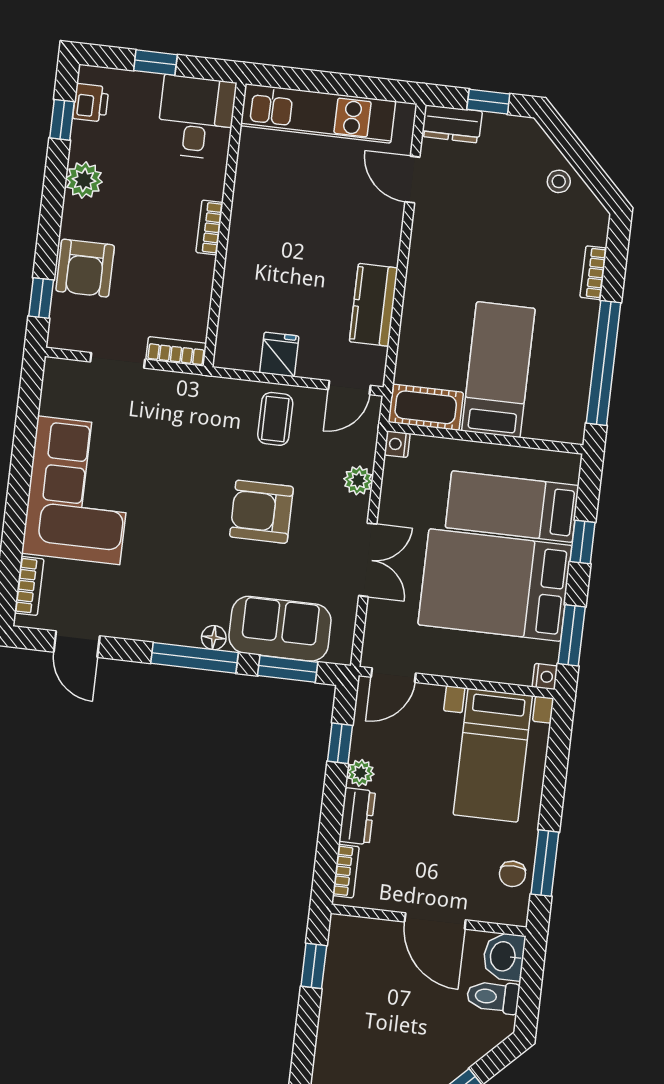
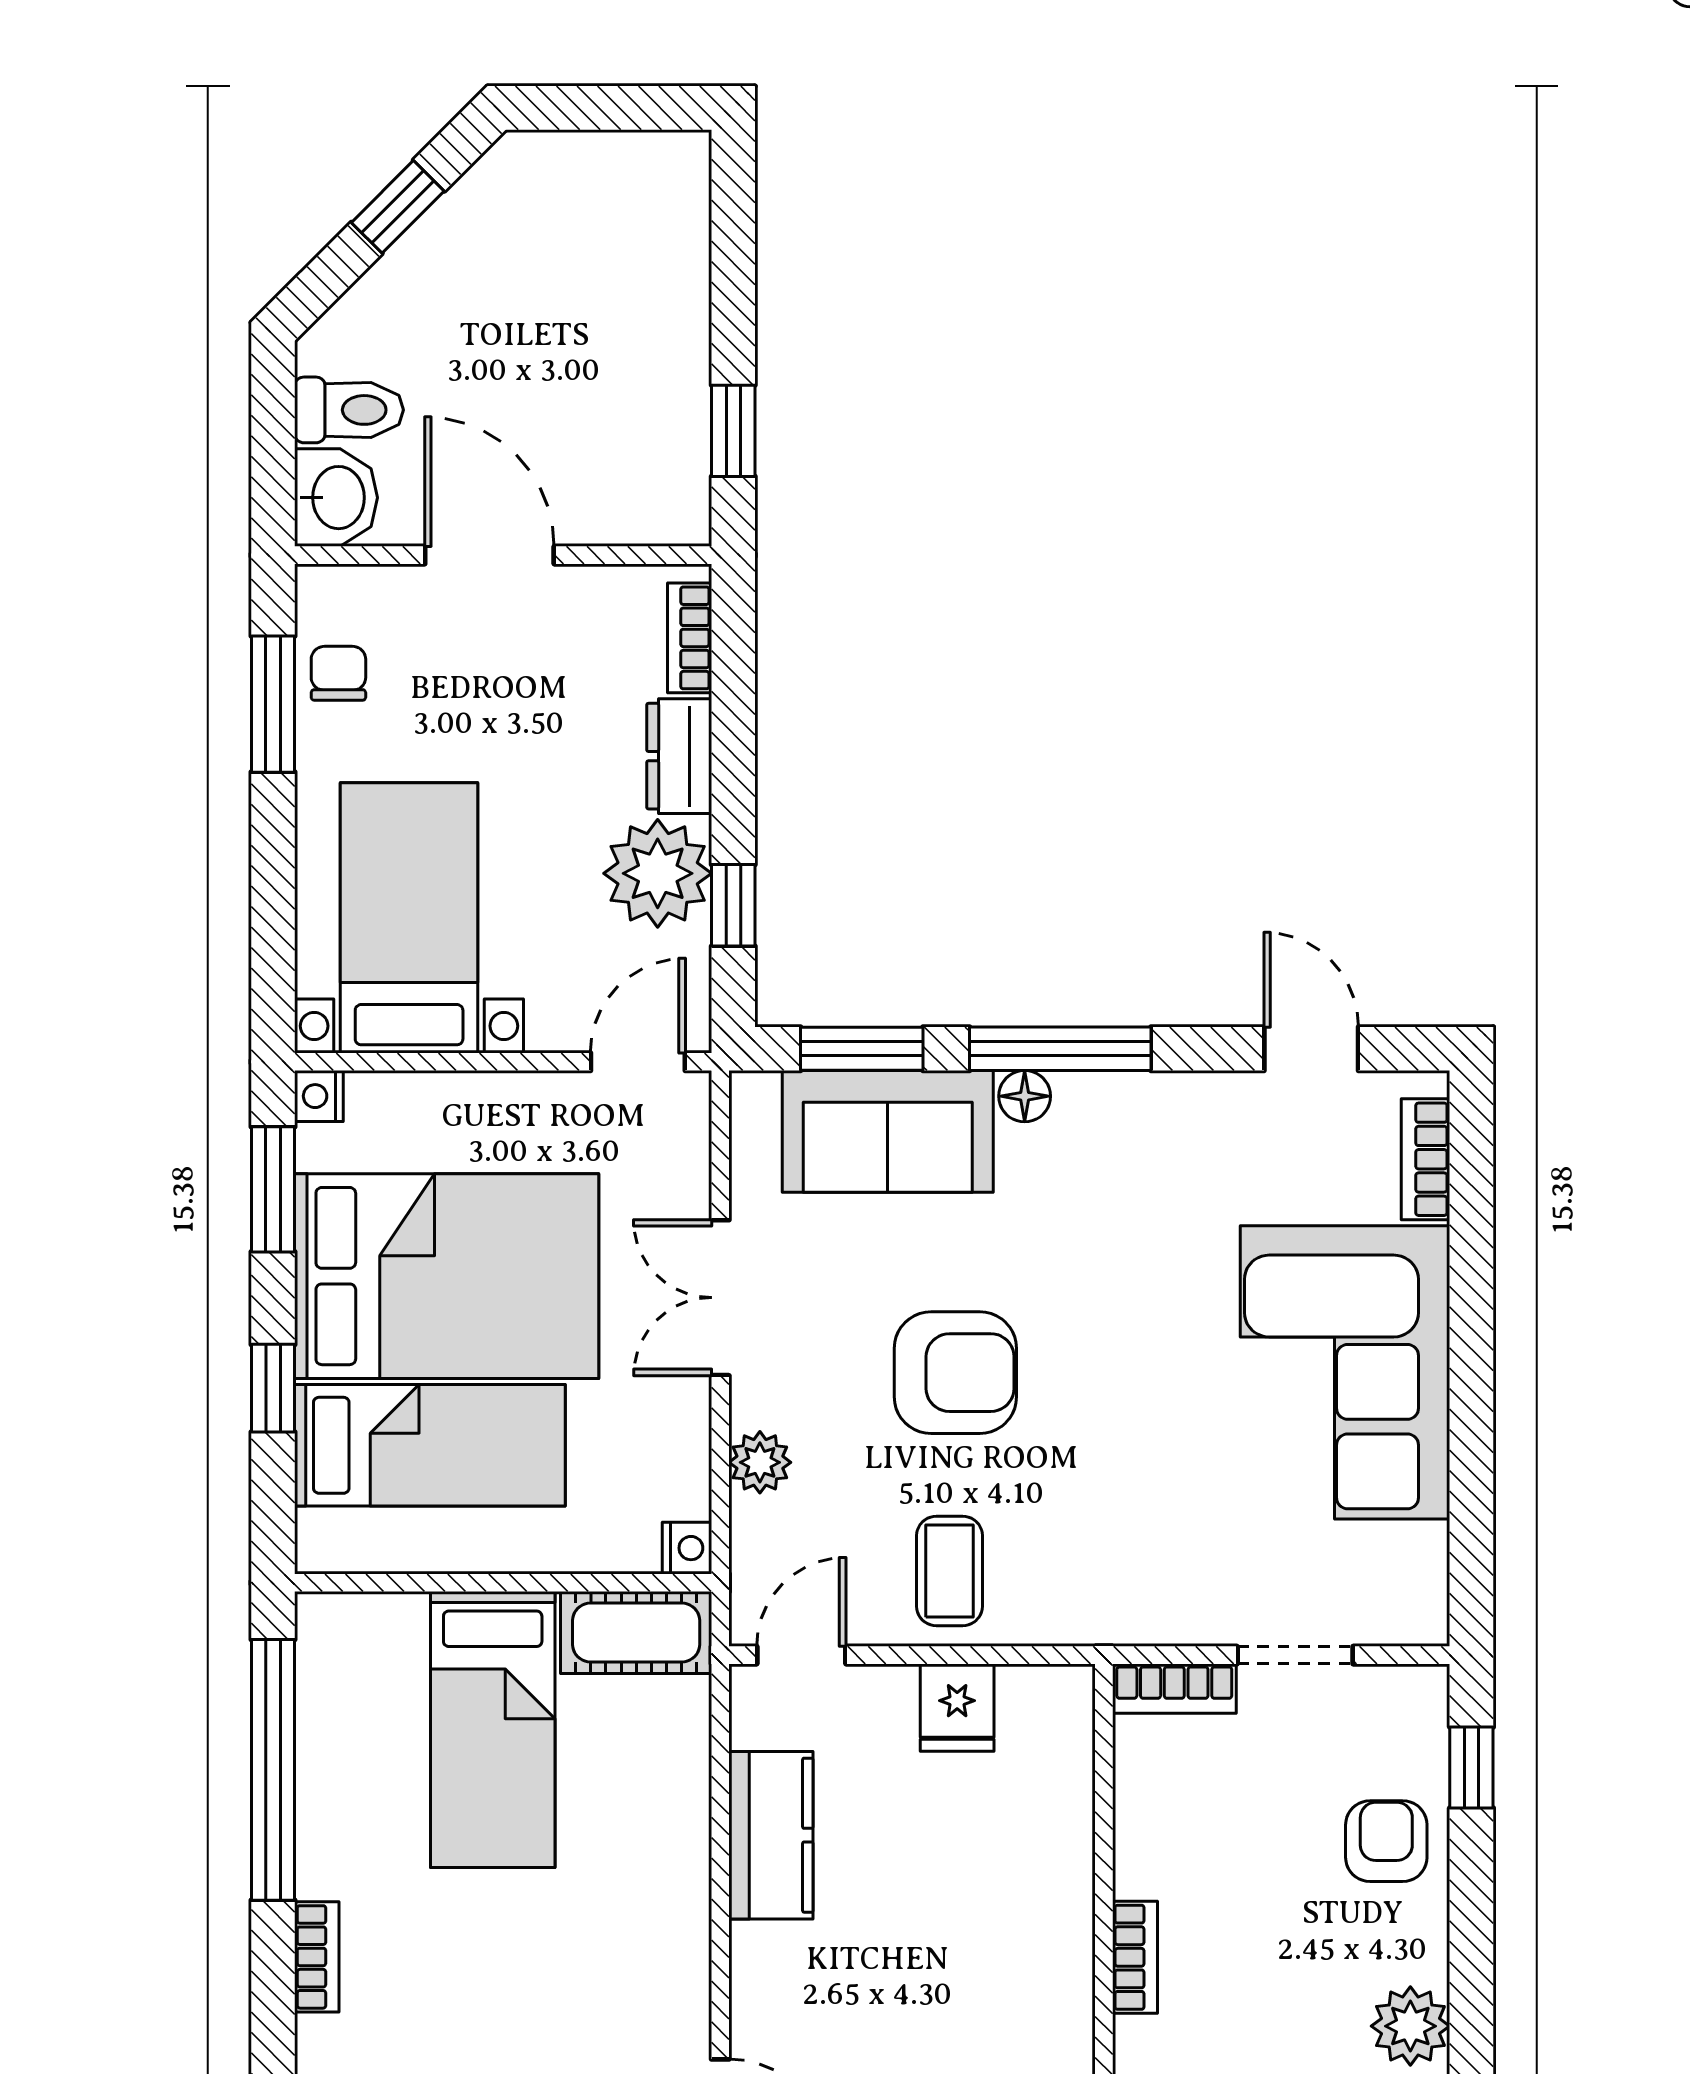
armchair: (85, 268) -> (1386, 1841), width x0.72, depth x0.72
plant: (361, 773) -> (658, 873), width x1.88, depth x1.88

